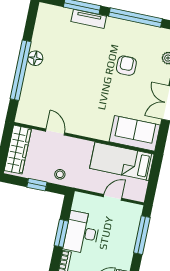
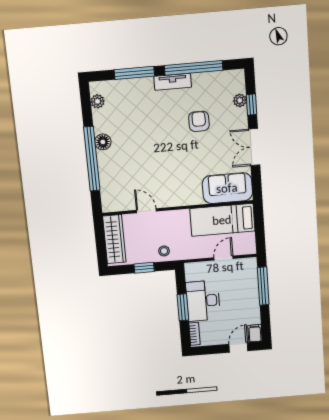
tv unit: (89, 19) -> (173, 82), moved
plant: (42, 21) -> (98, 101), added

